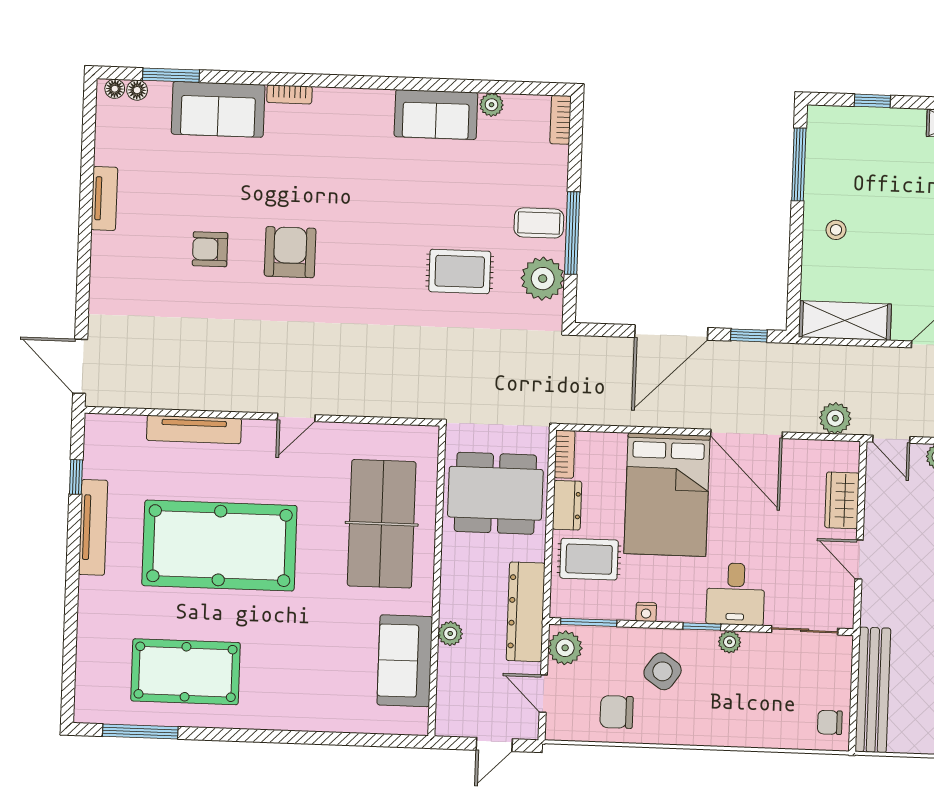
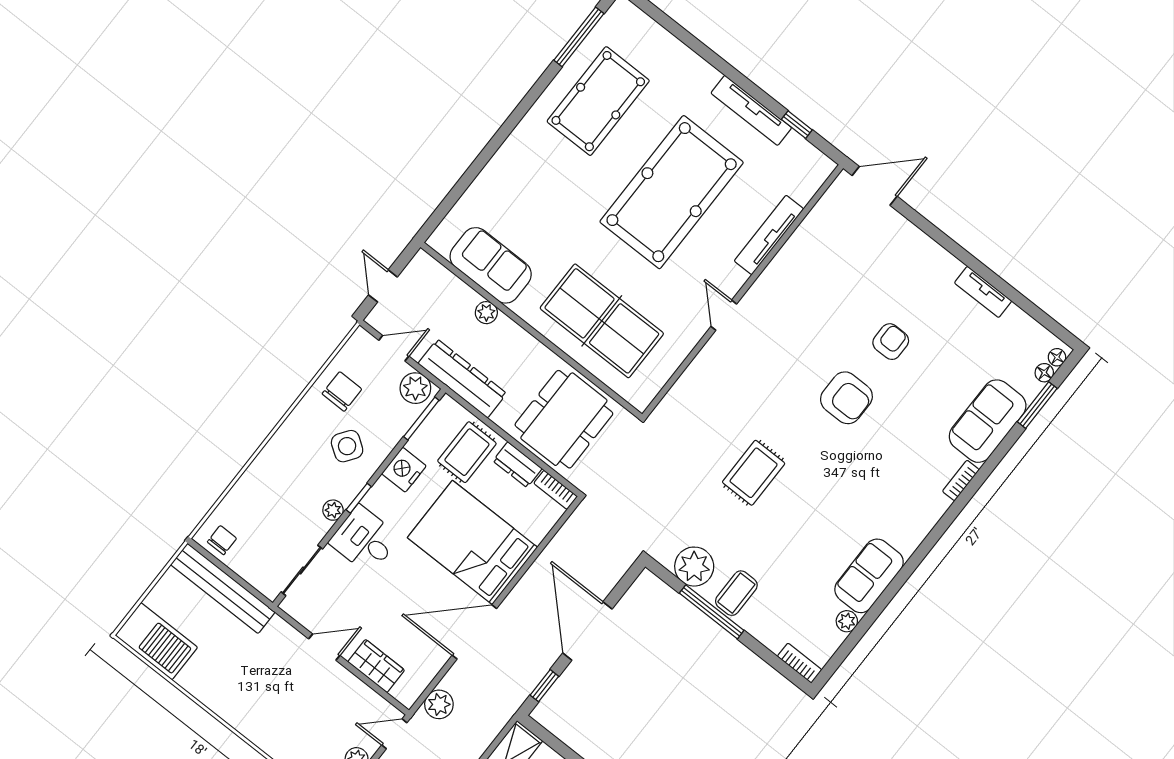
rug: (460, 271) -> (754, 473), moved
nightstand: (646, 612) -> (404, 470), width x1.89, depth x1.79

